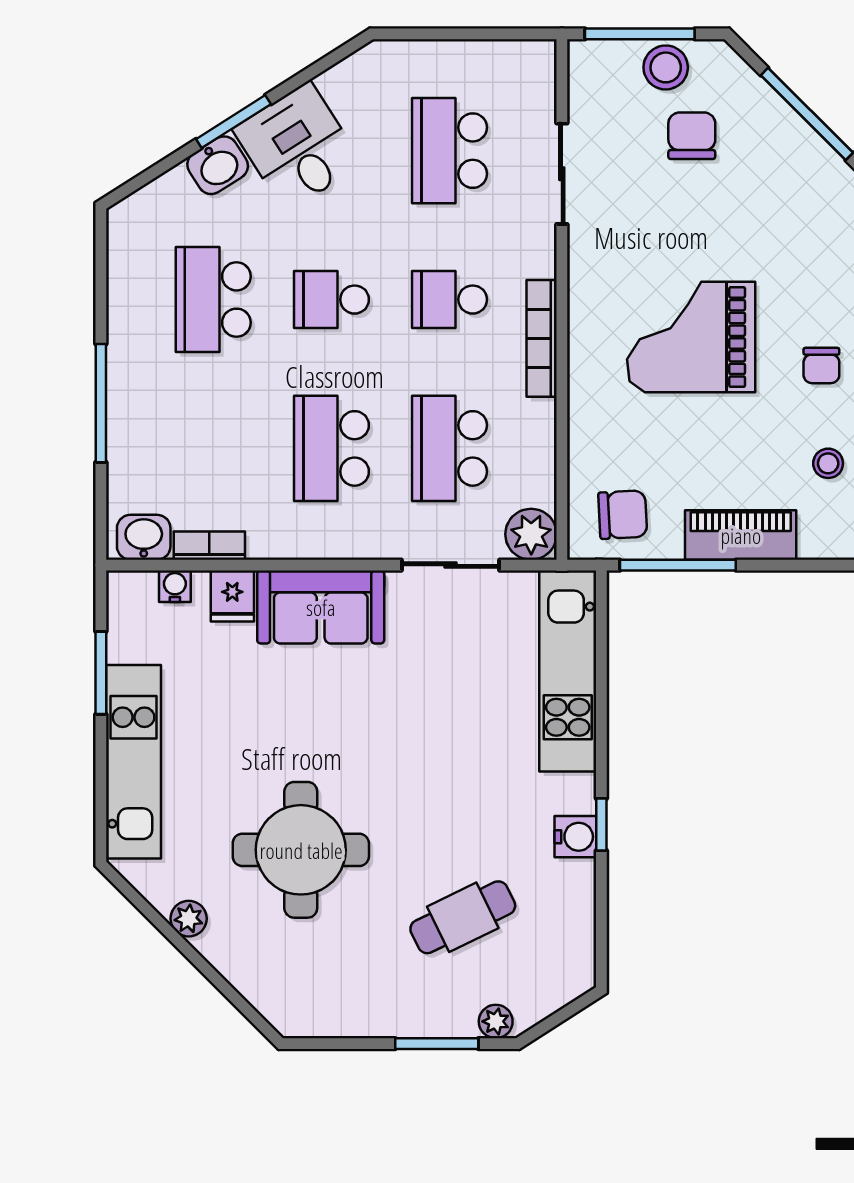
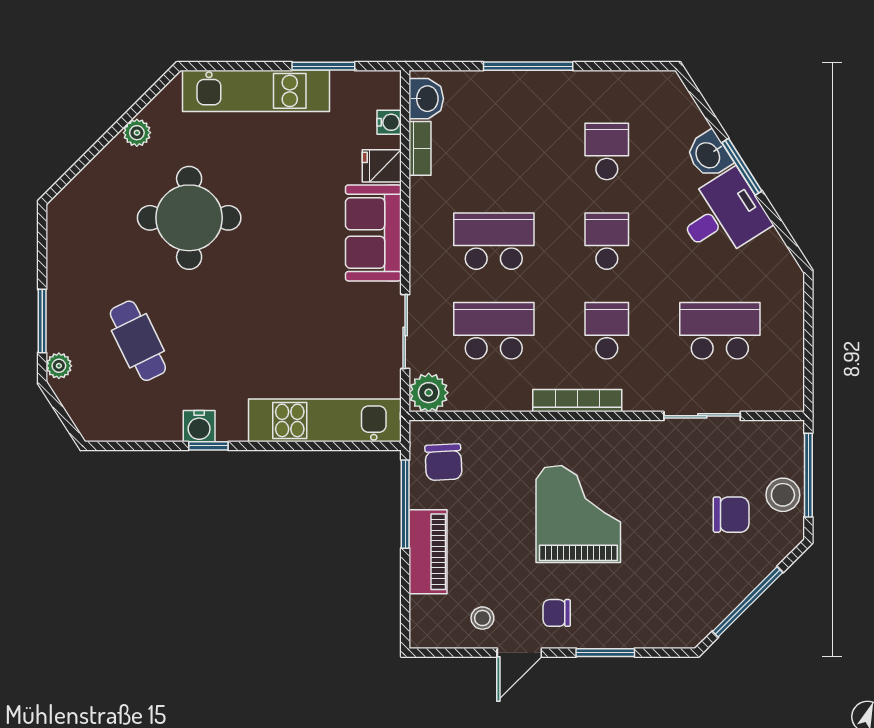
school desk: (213, 300) -> (607, 151), width x0.54

